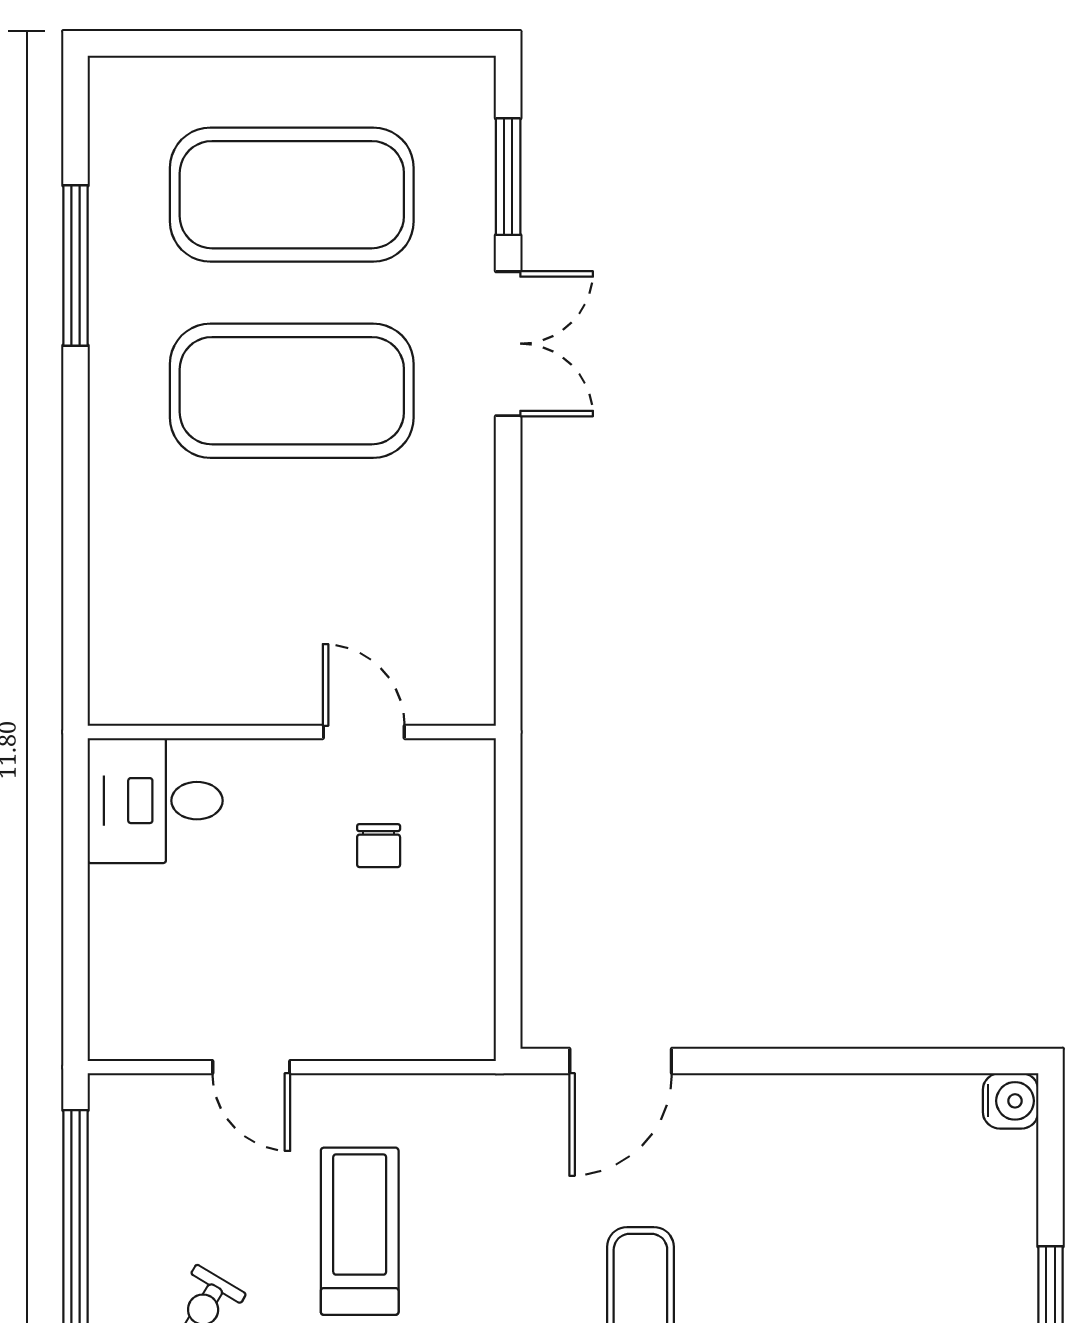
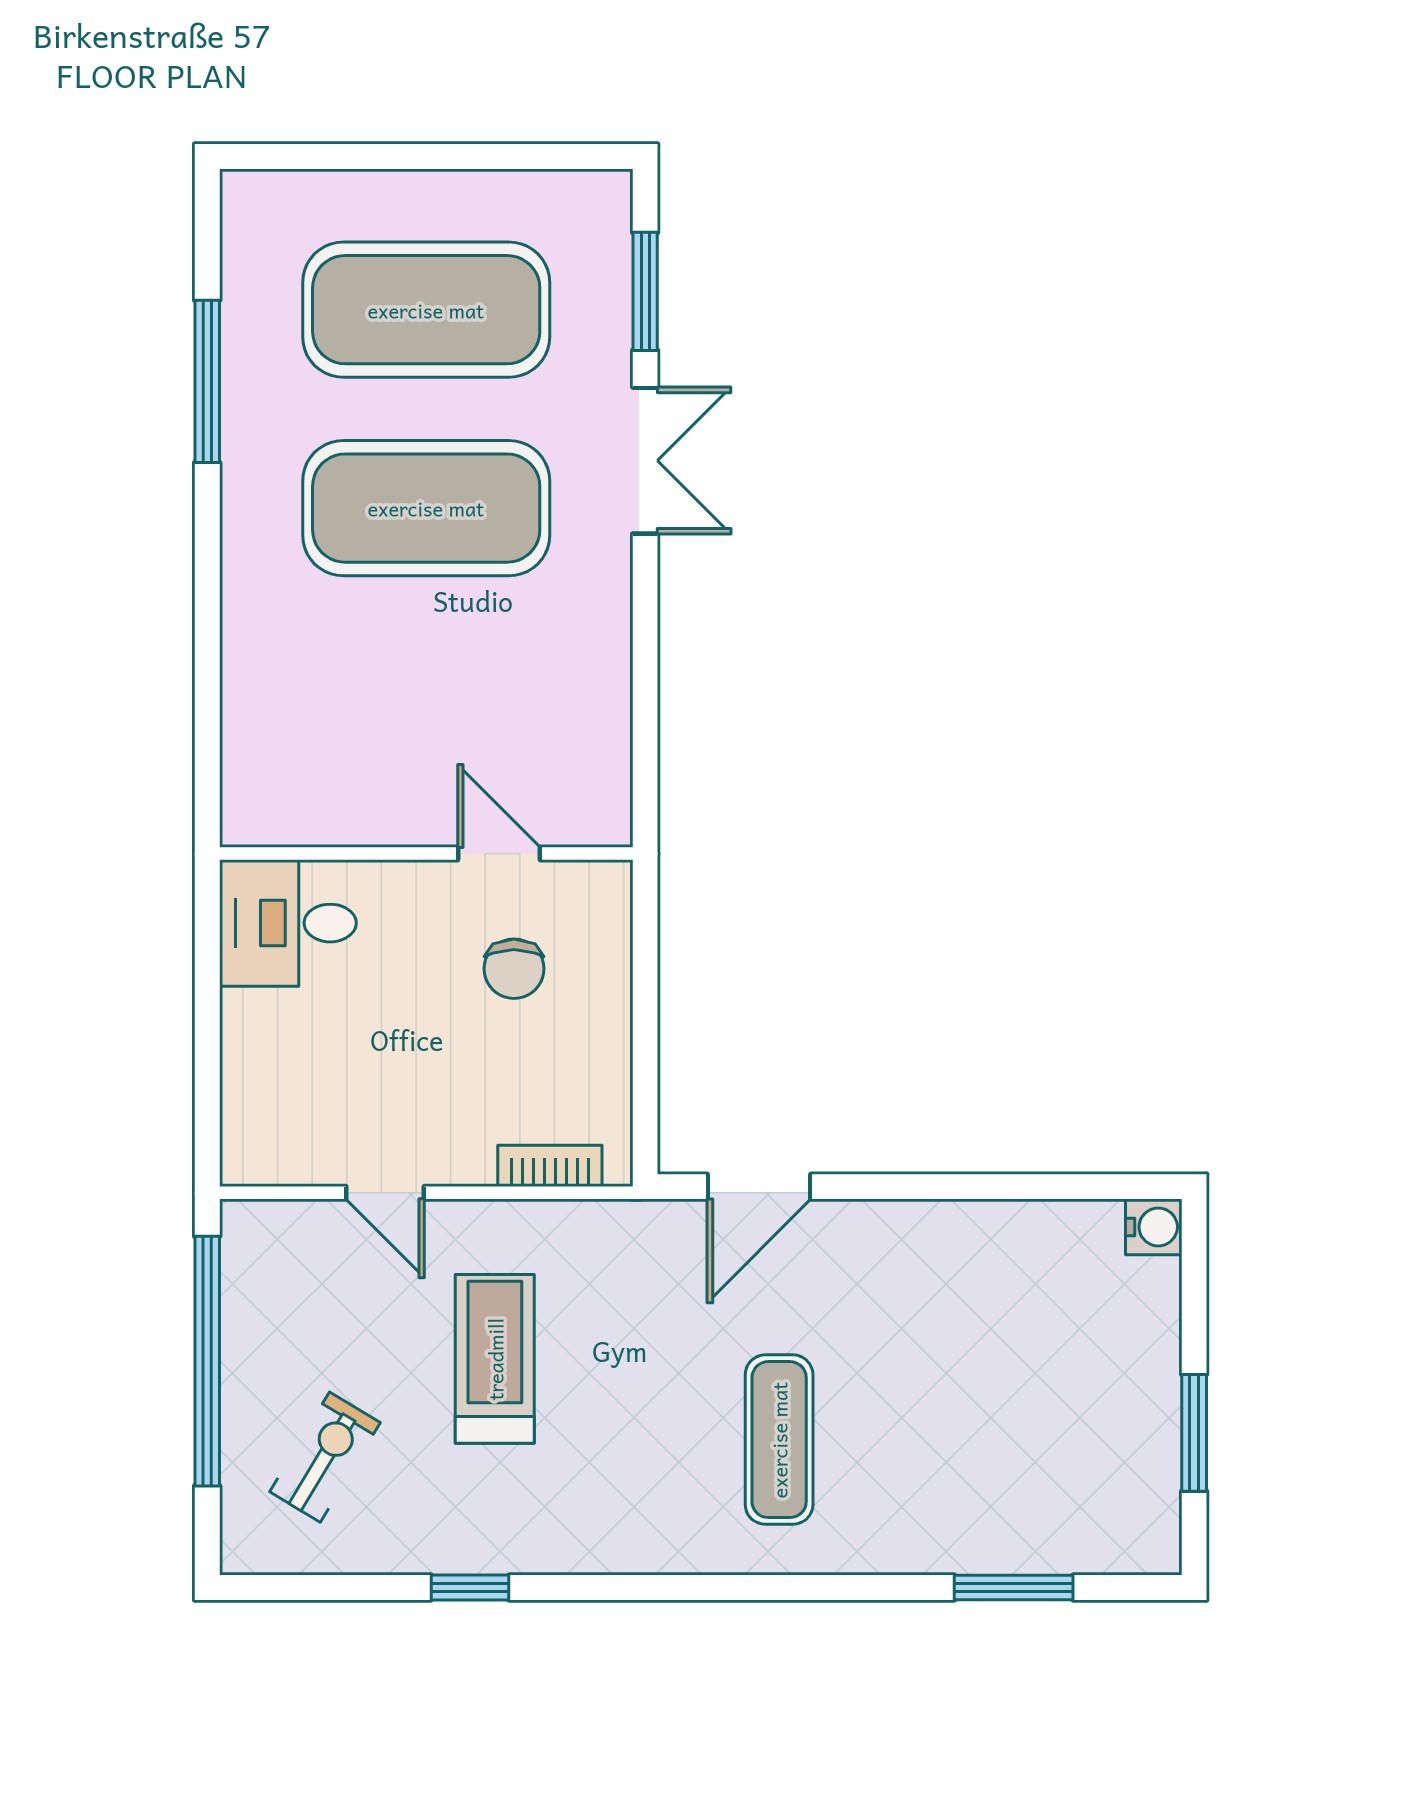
chair: (379, 846) -> (514, 969), width x1.37, depth x1.37
bookcase: (414, 1040) -> (550, 1166), added

